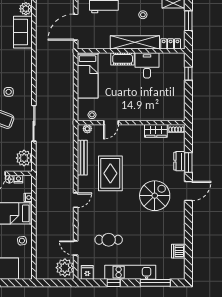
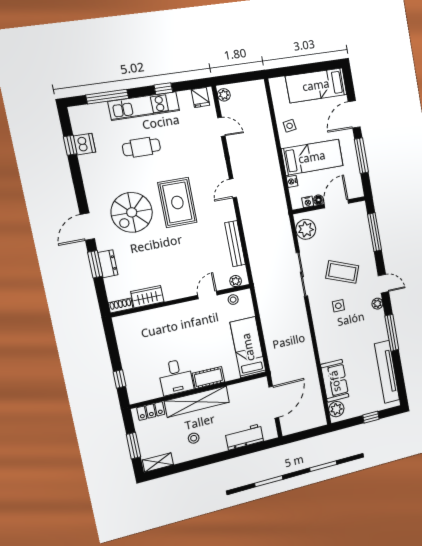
rug: (110, 173) -> (177, 202), moved
cafe table: (109, 240) -> (141, 147), moved
window: (188, 252) -> (70, 145), added
plant: (65, 268) -> (224, 95), width x0.53, depth x0.53

